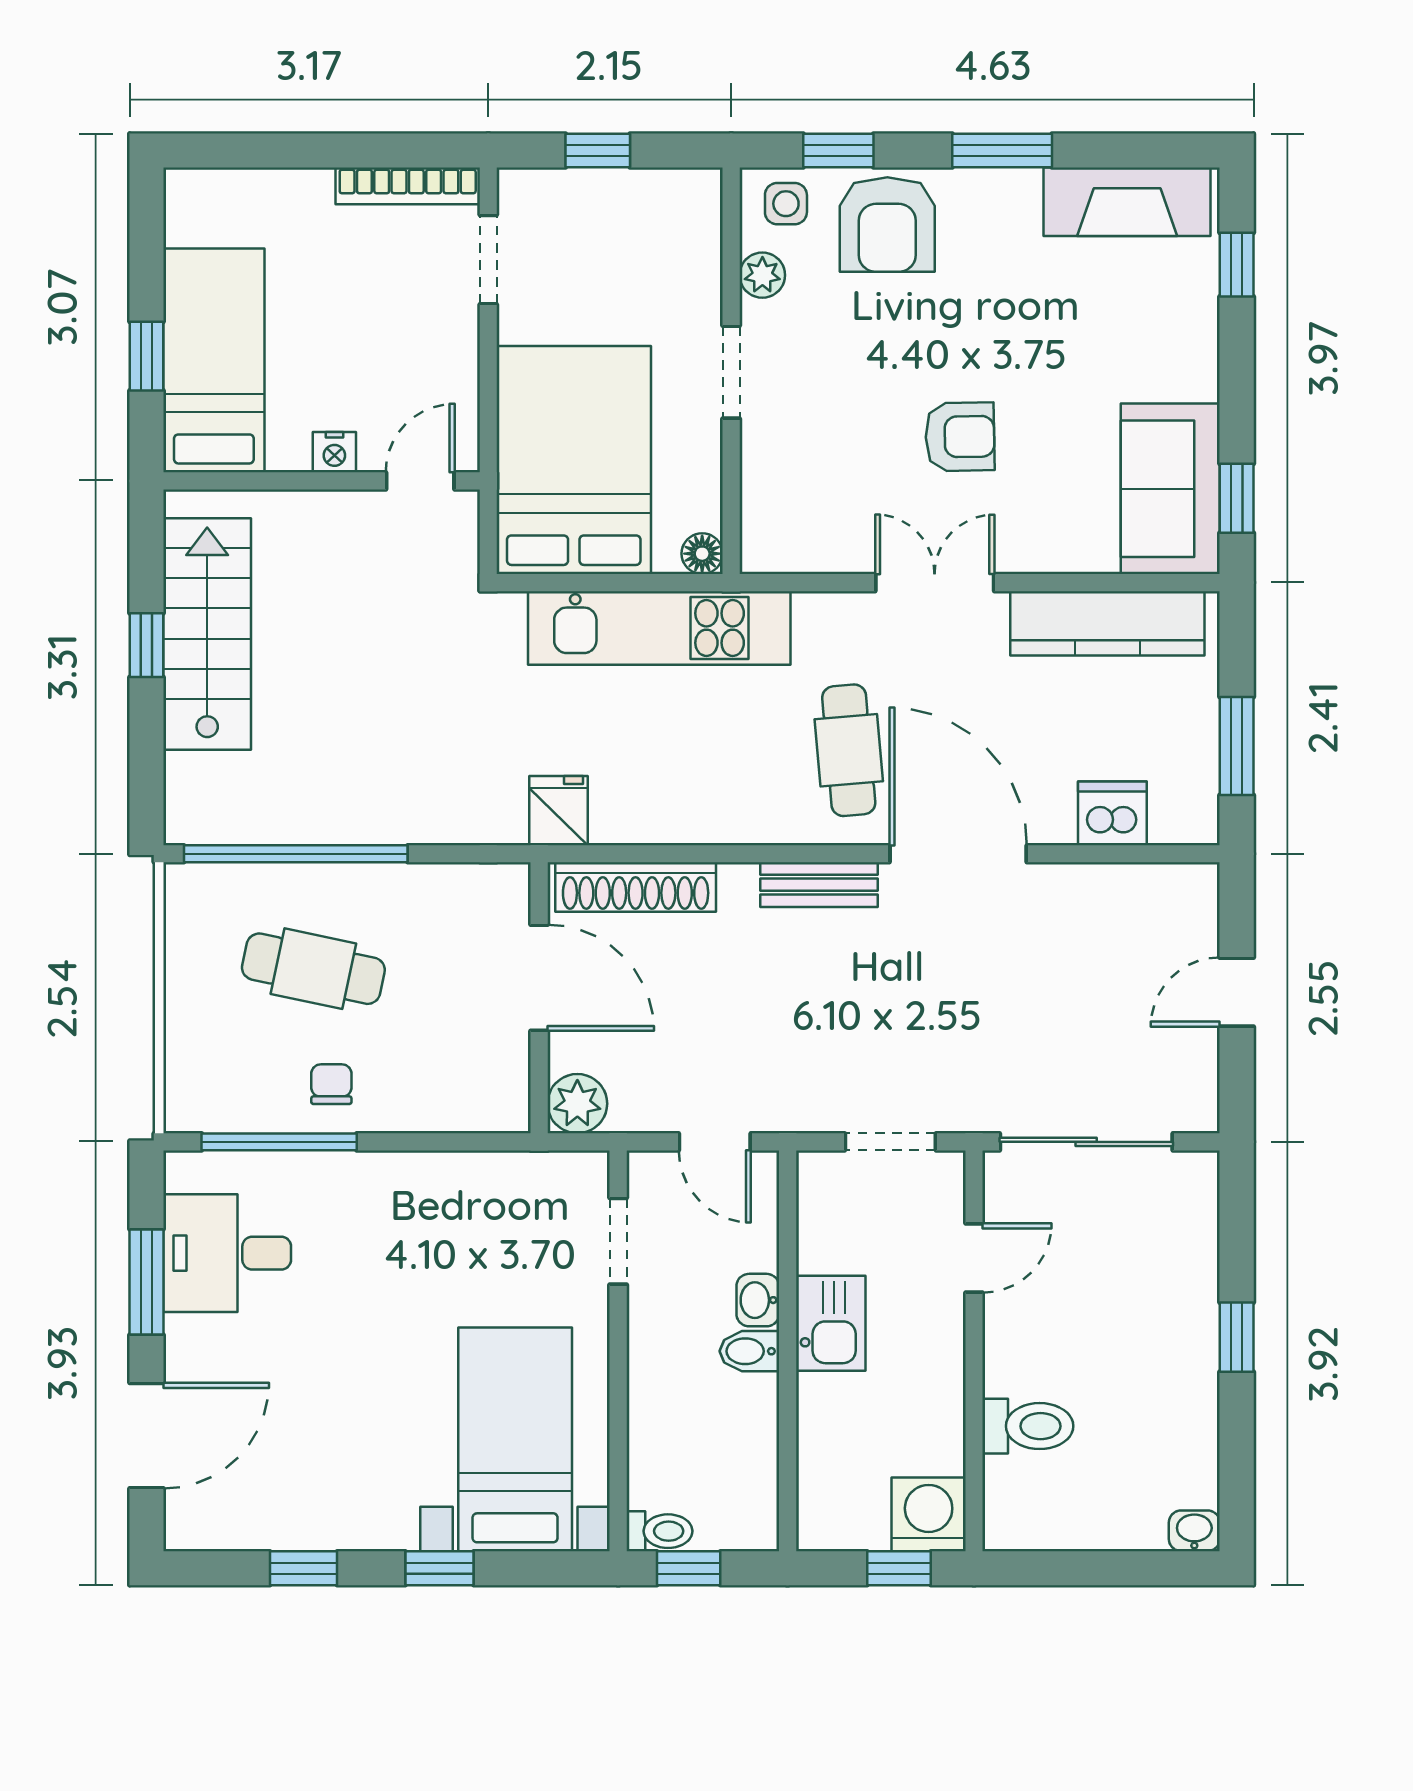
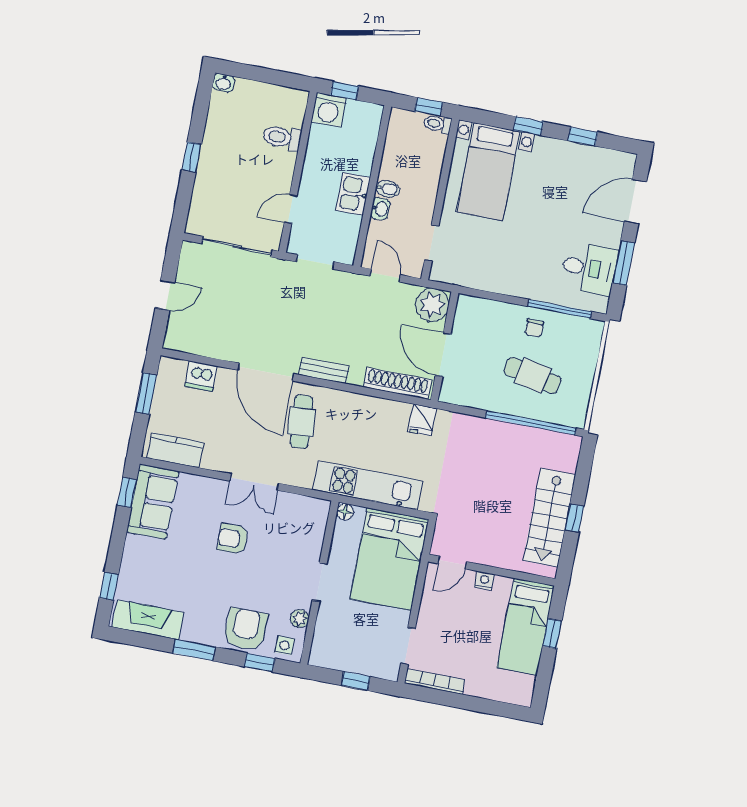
kitchen counter: (1107, 623) -> (175, 450), width x0.67
plant: (577, 1104) -> (432, 305), width x1.36, depth x1.36

